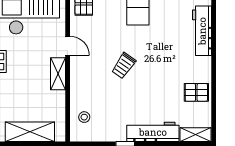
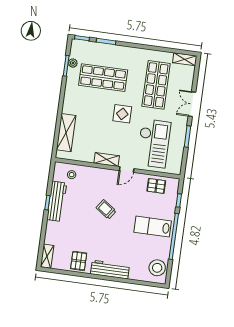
workbench: (202, 31) -> (110, 270), moved
workbench: (153, 132) -> (57, 201), moved

